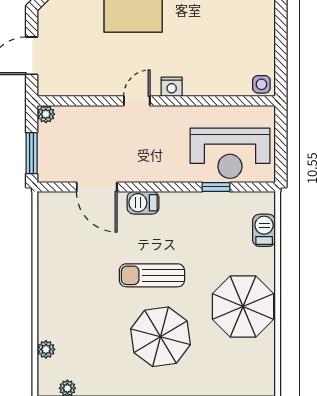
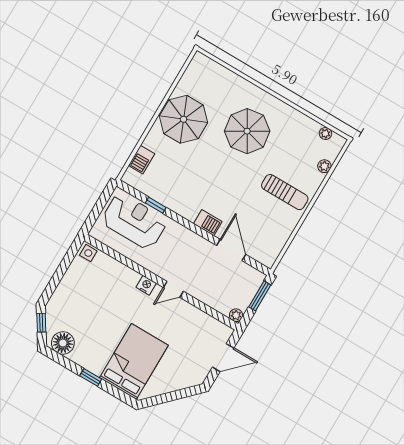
sun lounger: (152, 275) -> (285, 192), moved

